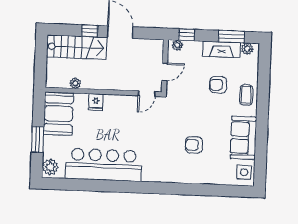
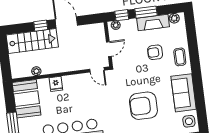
window: (231, 37) -> (146, 12), moved
door: (147, 94) -> (97, 70), hinge flipped
armchair: (194, 145) -> (143, 106), width x1.88, depth x1.88

